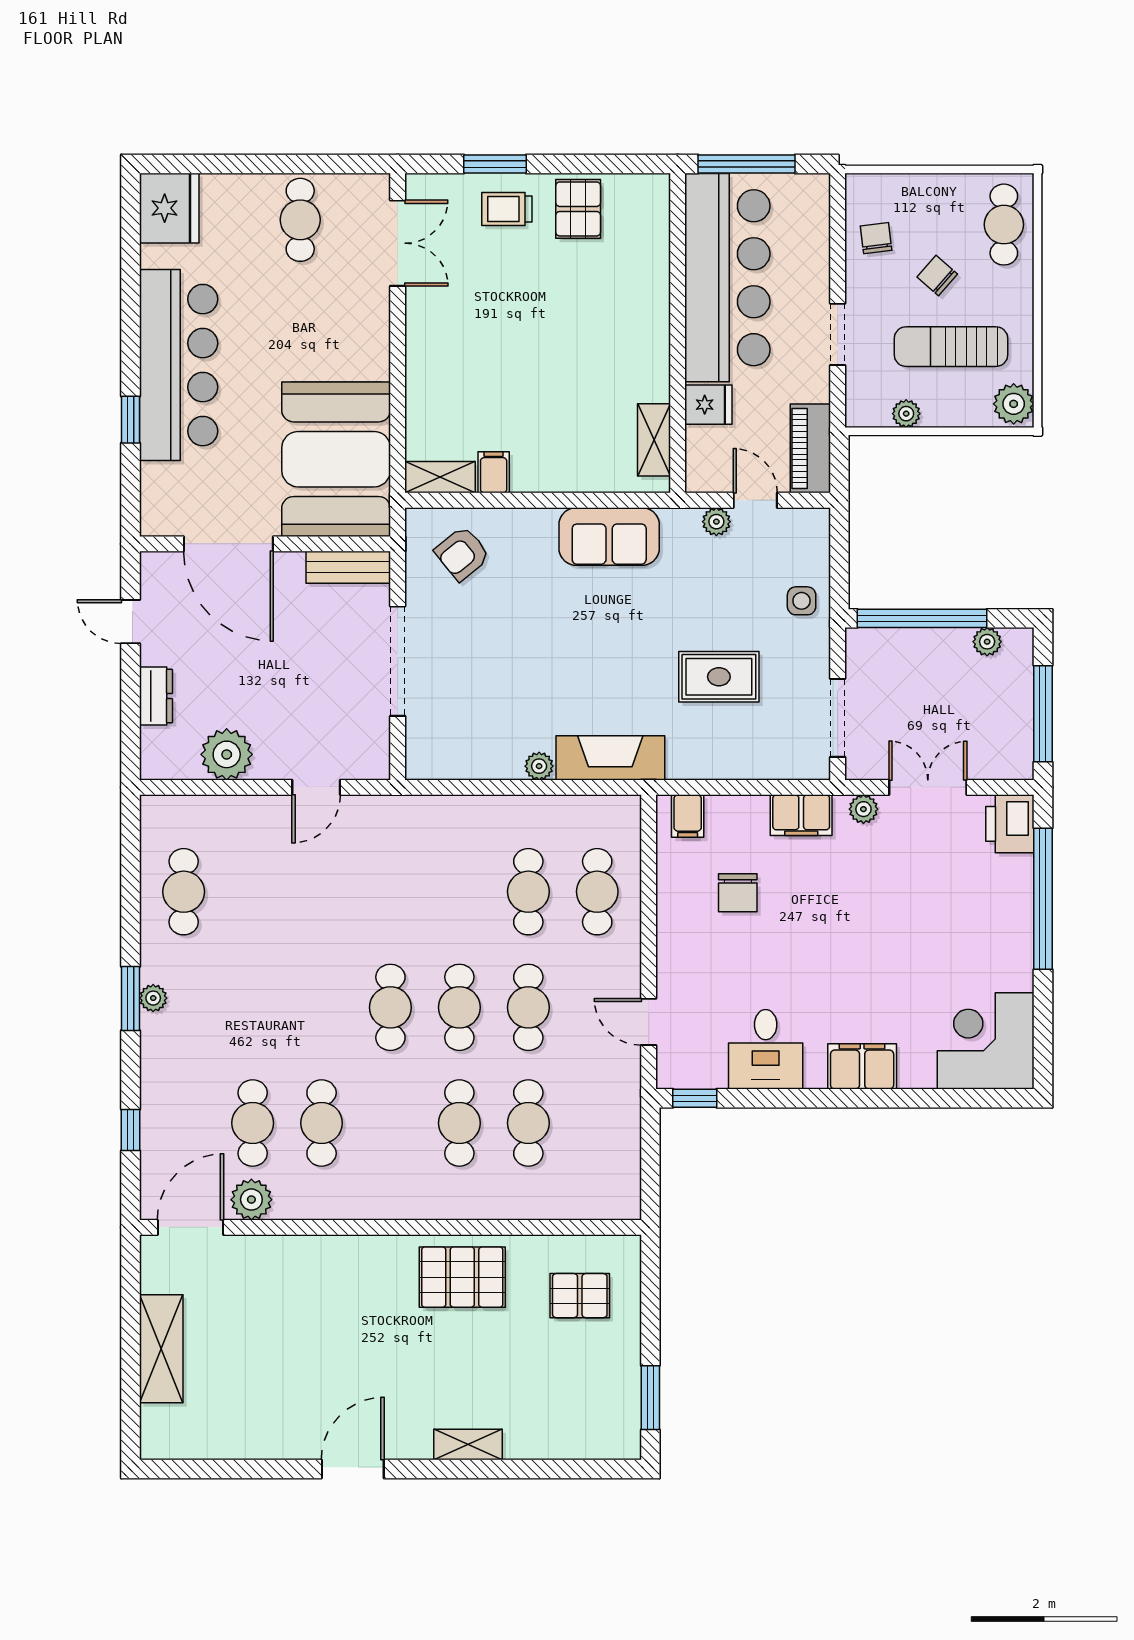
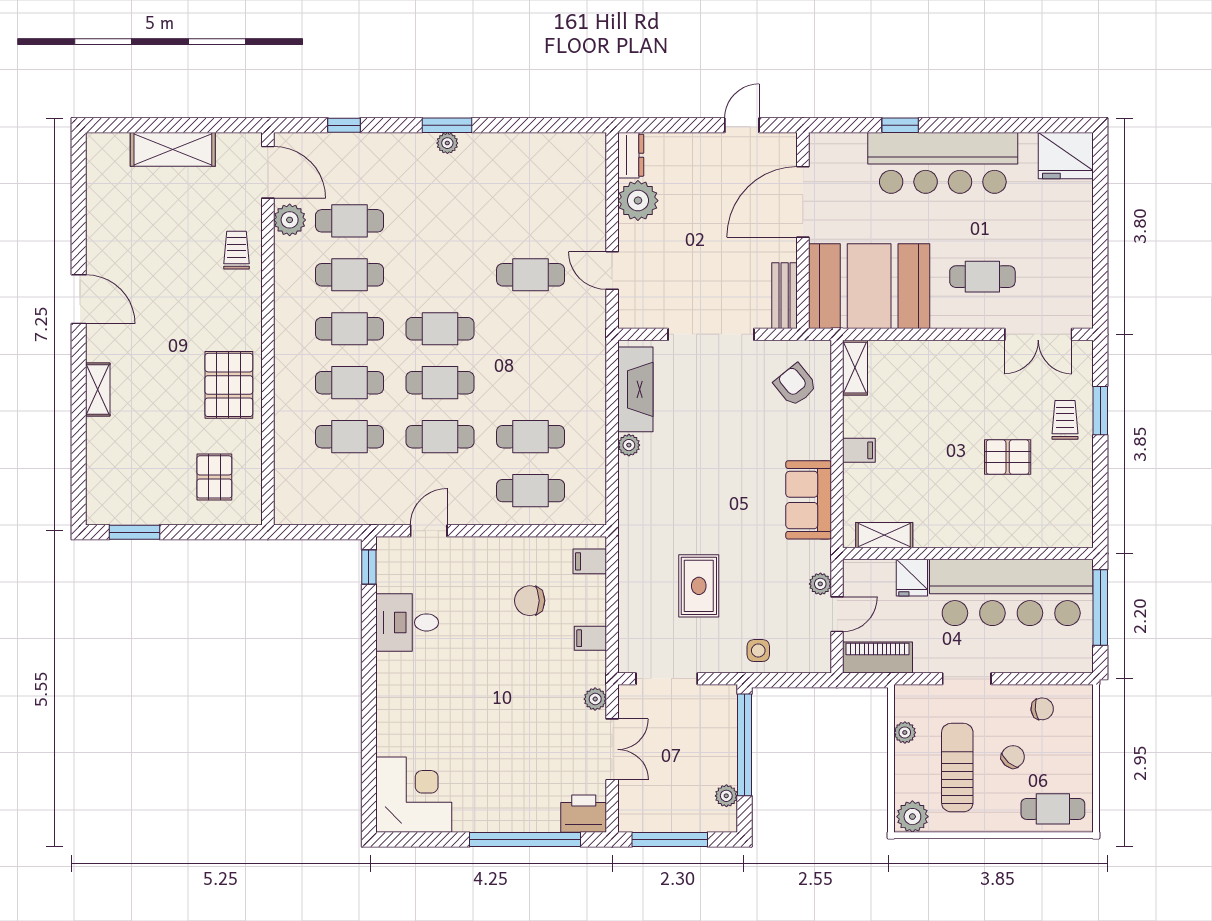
pallet: (578, 209) -> (1008, 457), moved
cafe table: (300, 220) -> (982, 277), moved
filing cabinet: (494, 472) -> (859, 450), moved
dresser: (156, 696) -> (631, 155), moved, turned -90
fireplace: (610, 758) -> (635, 389), moved
filing cabinet: (801, 815) -> (590, 638), width x0.50
cafe table: (184, 892) -> (531, 275), moved
filing cabinet: (862, 1066) -> (394, 698), removed
cafe table: (390, 1123) -> (349, 329), added
trolley: (290, 1267) -> (236, 250), added

